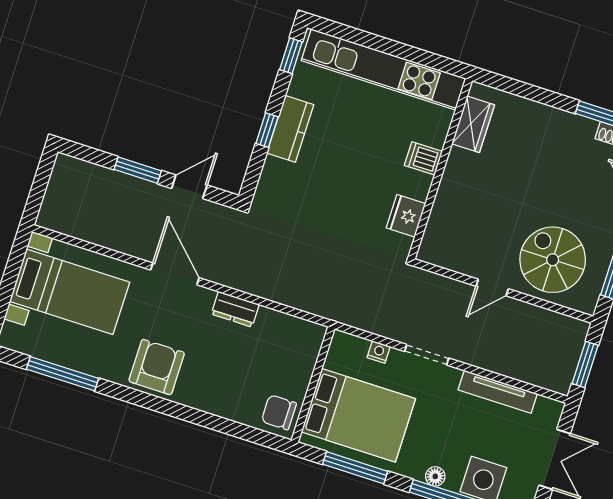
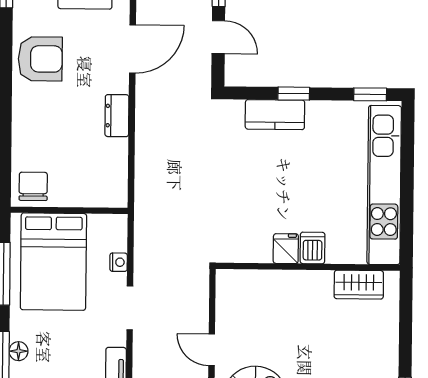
kitchen counter: (290, 129) -> (275, 115), moved
fridge: (406, 216) -> (286, 249), moved, width x0.72

